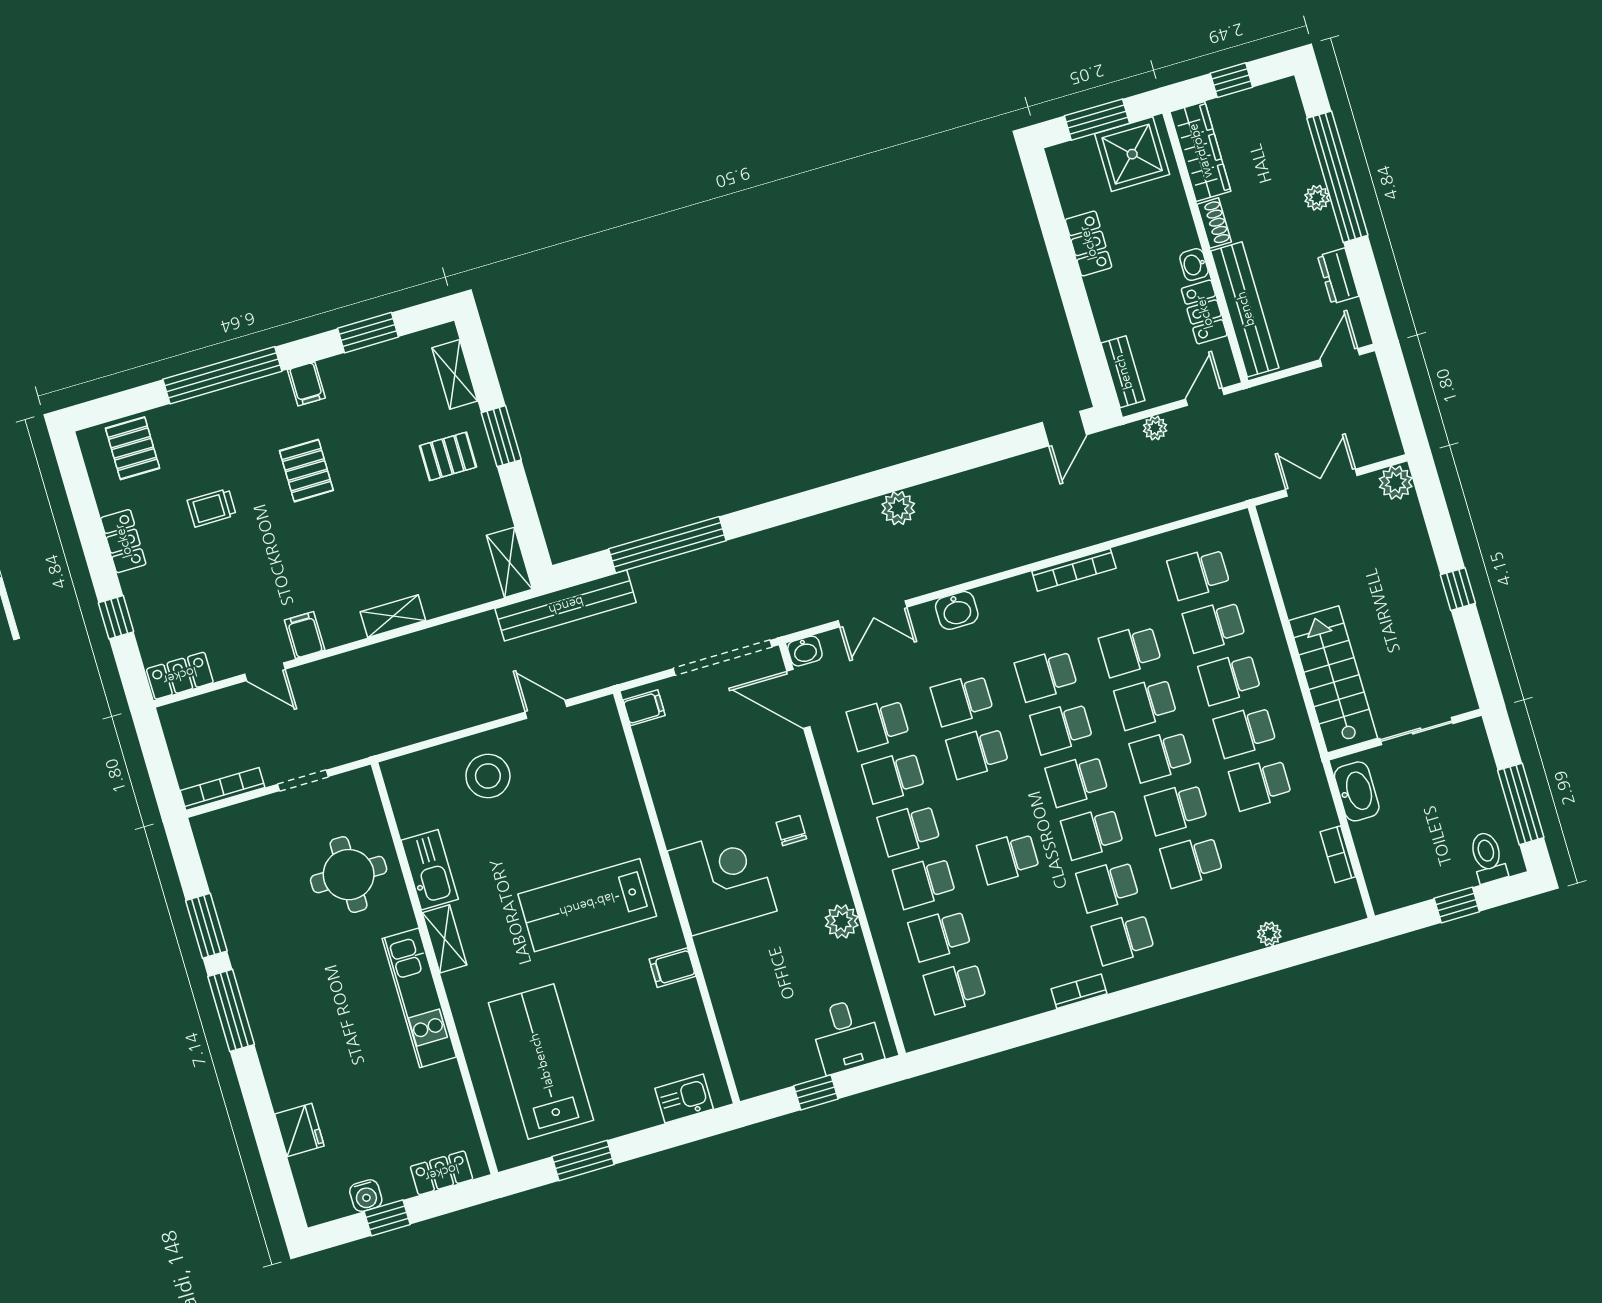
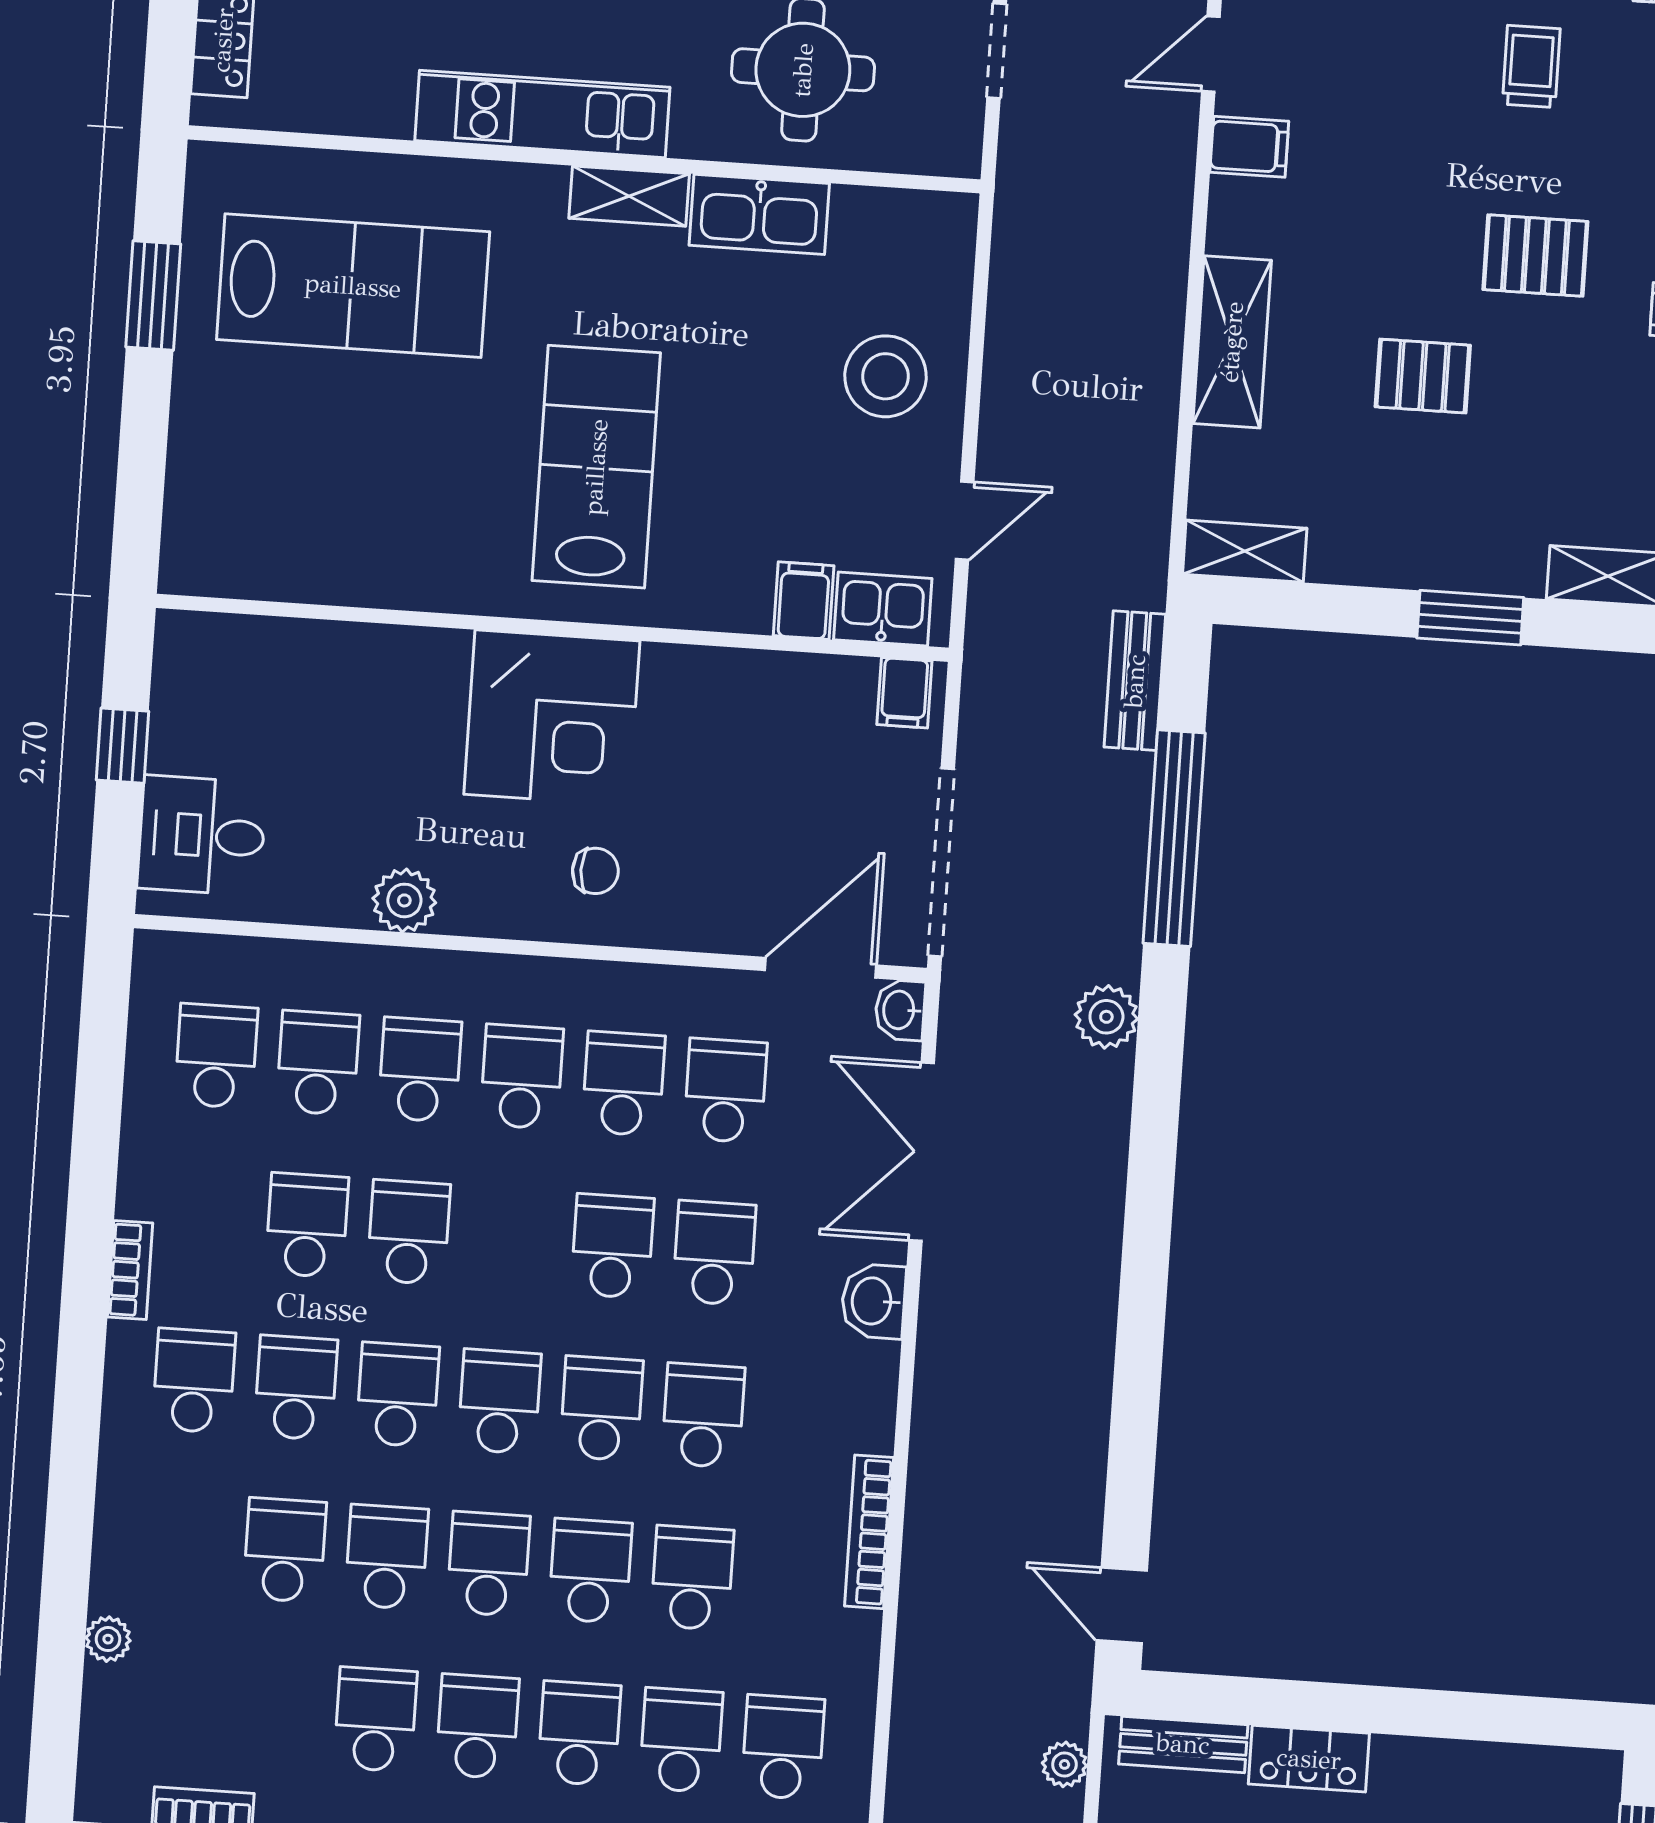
locker: (1088, 243) -> (1309, 1759), moved
pallet: (448, 456) -> (1423, 376), moved, turned 90
plant: (898, 508) -> (1106, 1017), moved
bench: (566, 606) -> (1135, 681), width x0.54, depth x0.82
double door: (872, 614) -> (922, 1152), width x1.37
shelving: (393, 616) -> (1232, 342), width x1.50, depth x1.33
school desk: (1024, 910) -> (307, 1225), added
filing cabinet: (672, 968) -> (804, 601), moved
kitchen sink: (684, 1099) -> (883, 609), moved, turned -90

